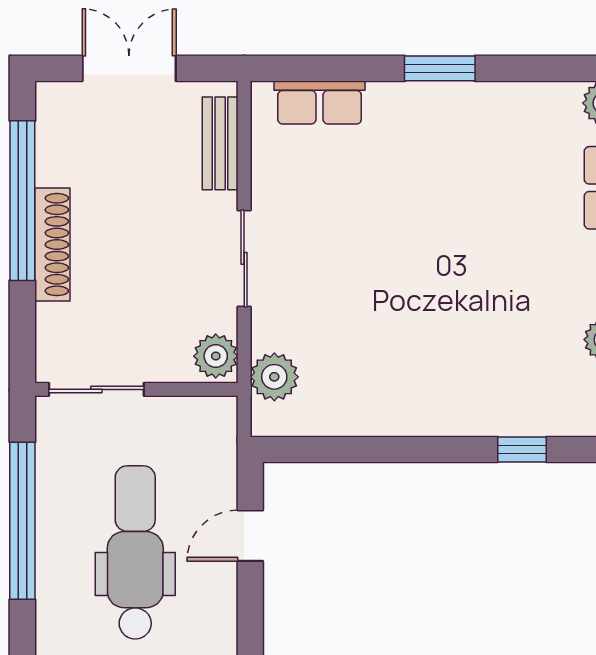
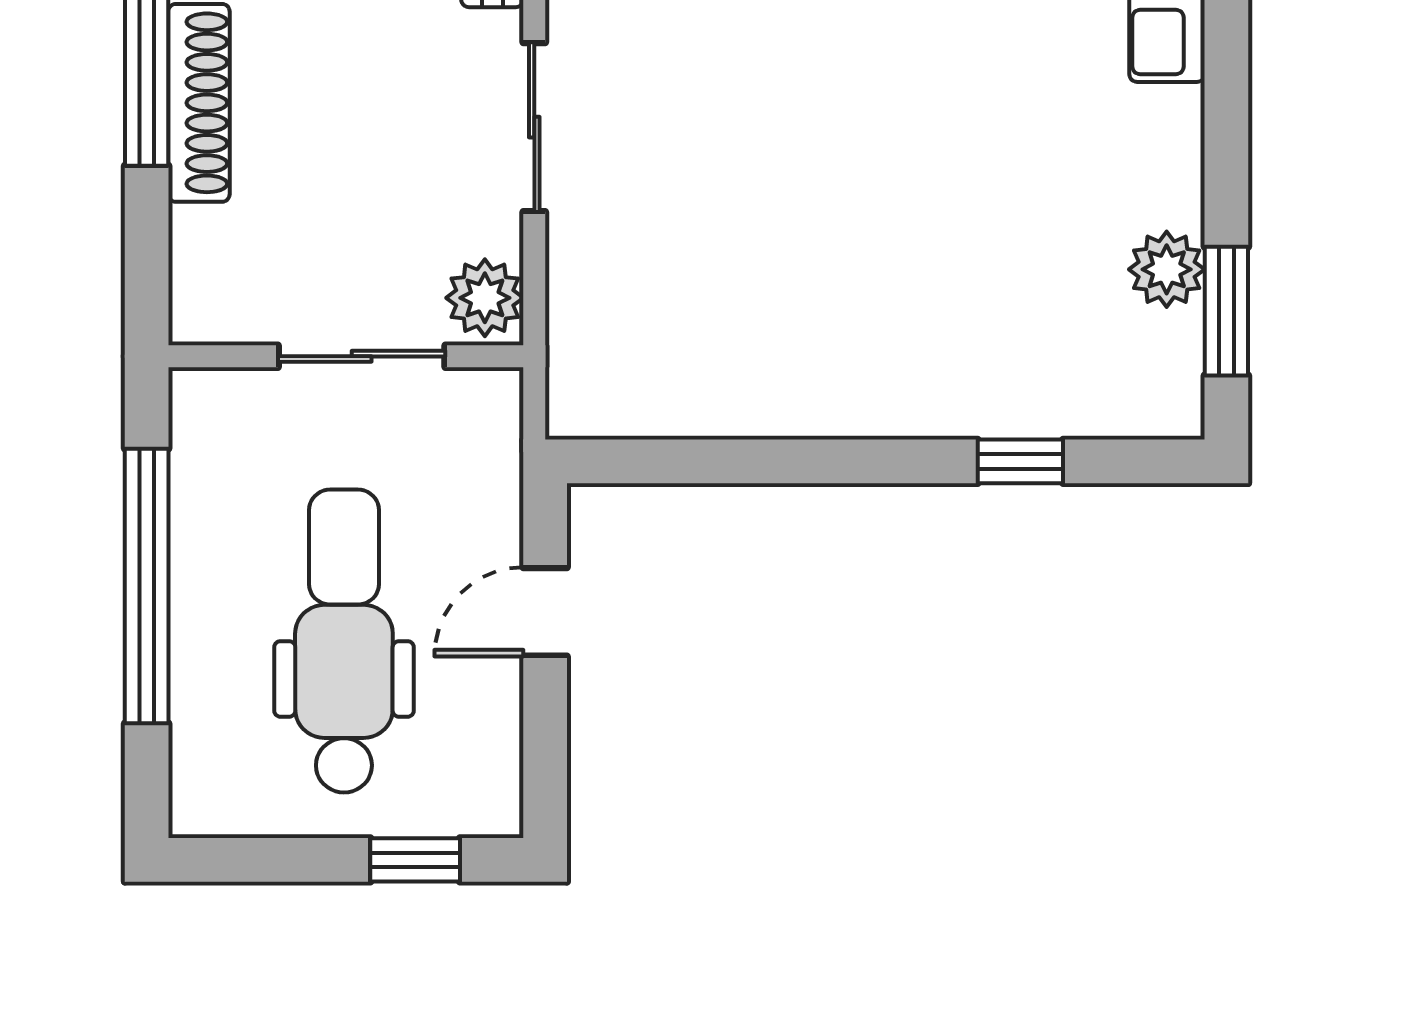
plant: (274, 377) -> (587, 334), removed
sliding door: (96, 389) -> (362, 356), moved

